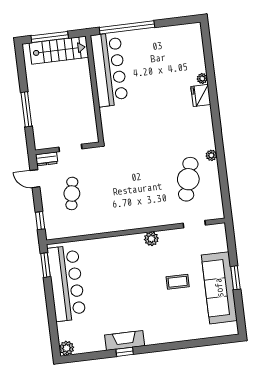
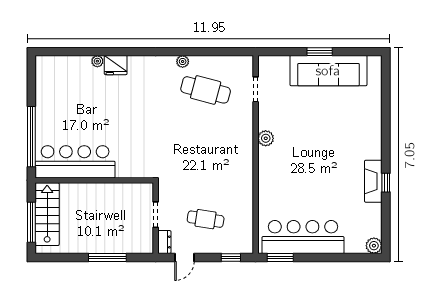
coffee table: (178, 282) -> (316, 115), removed

